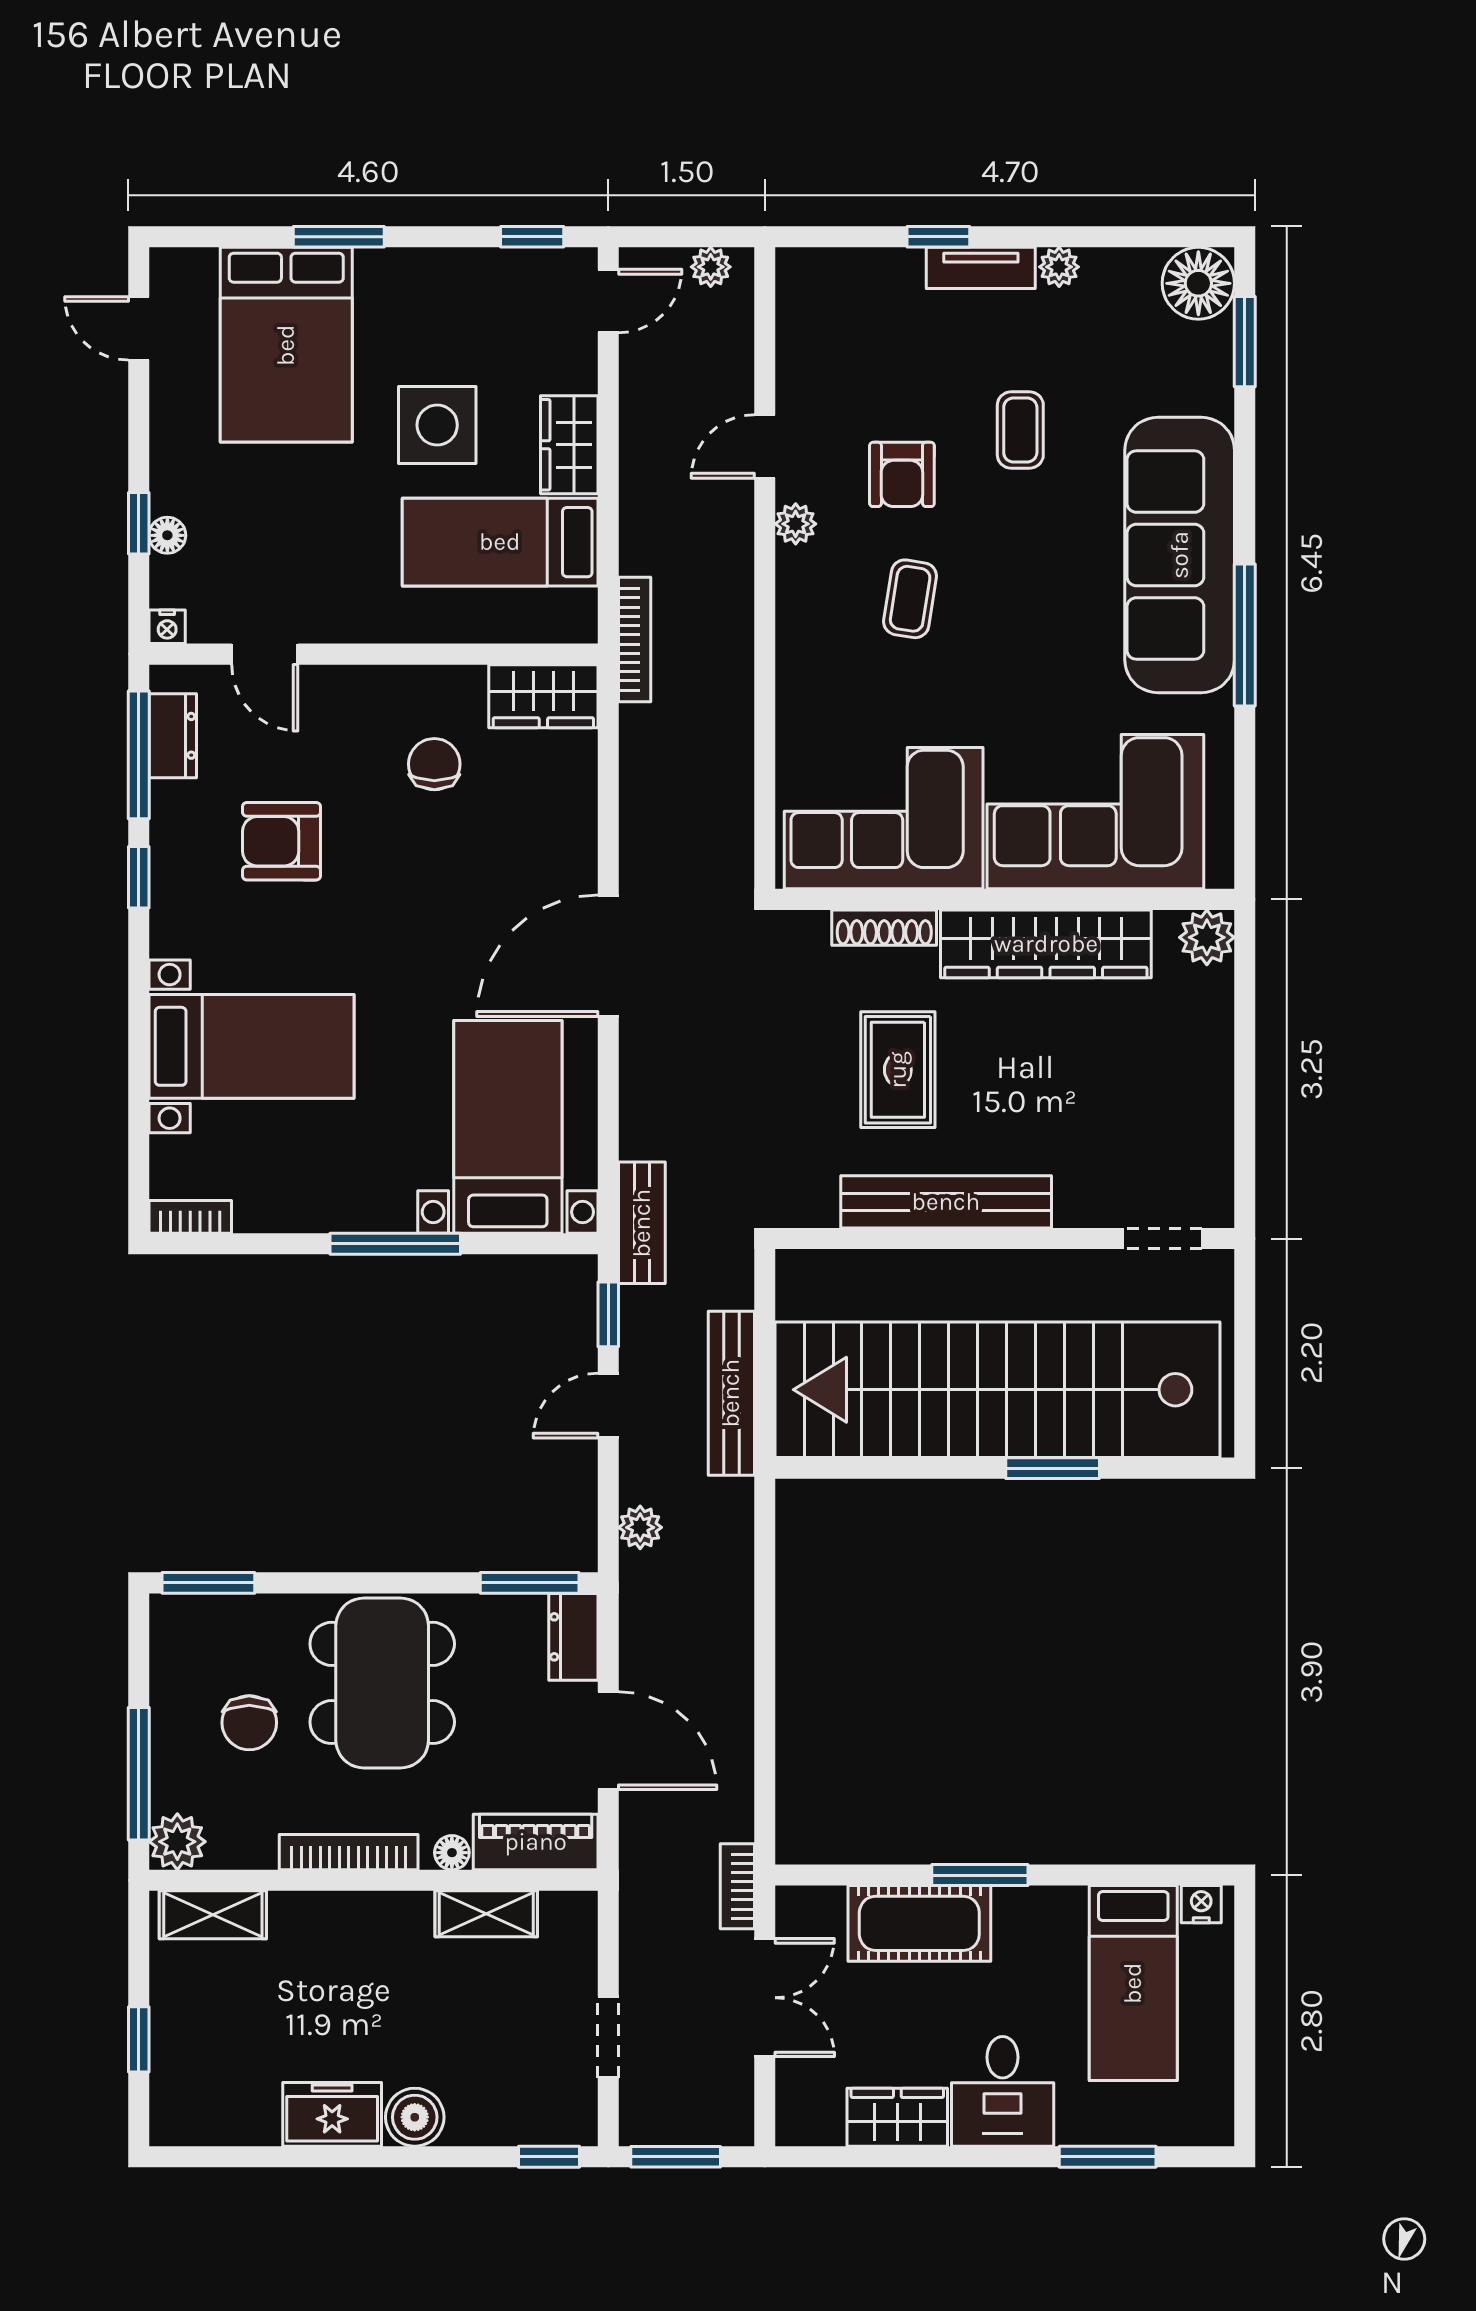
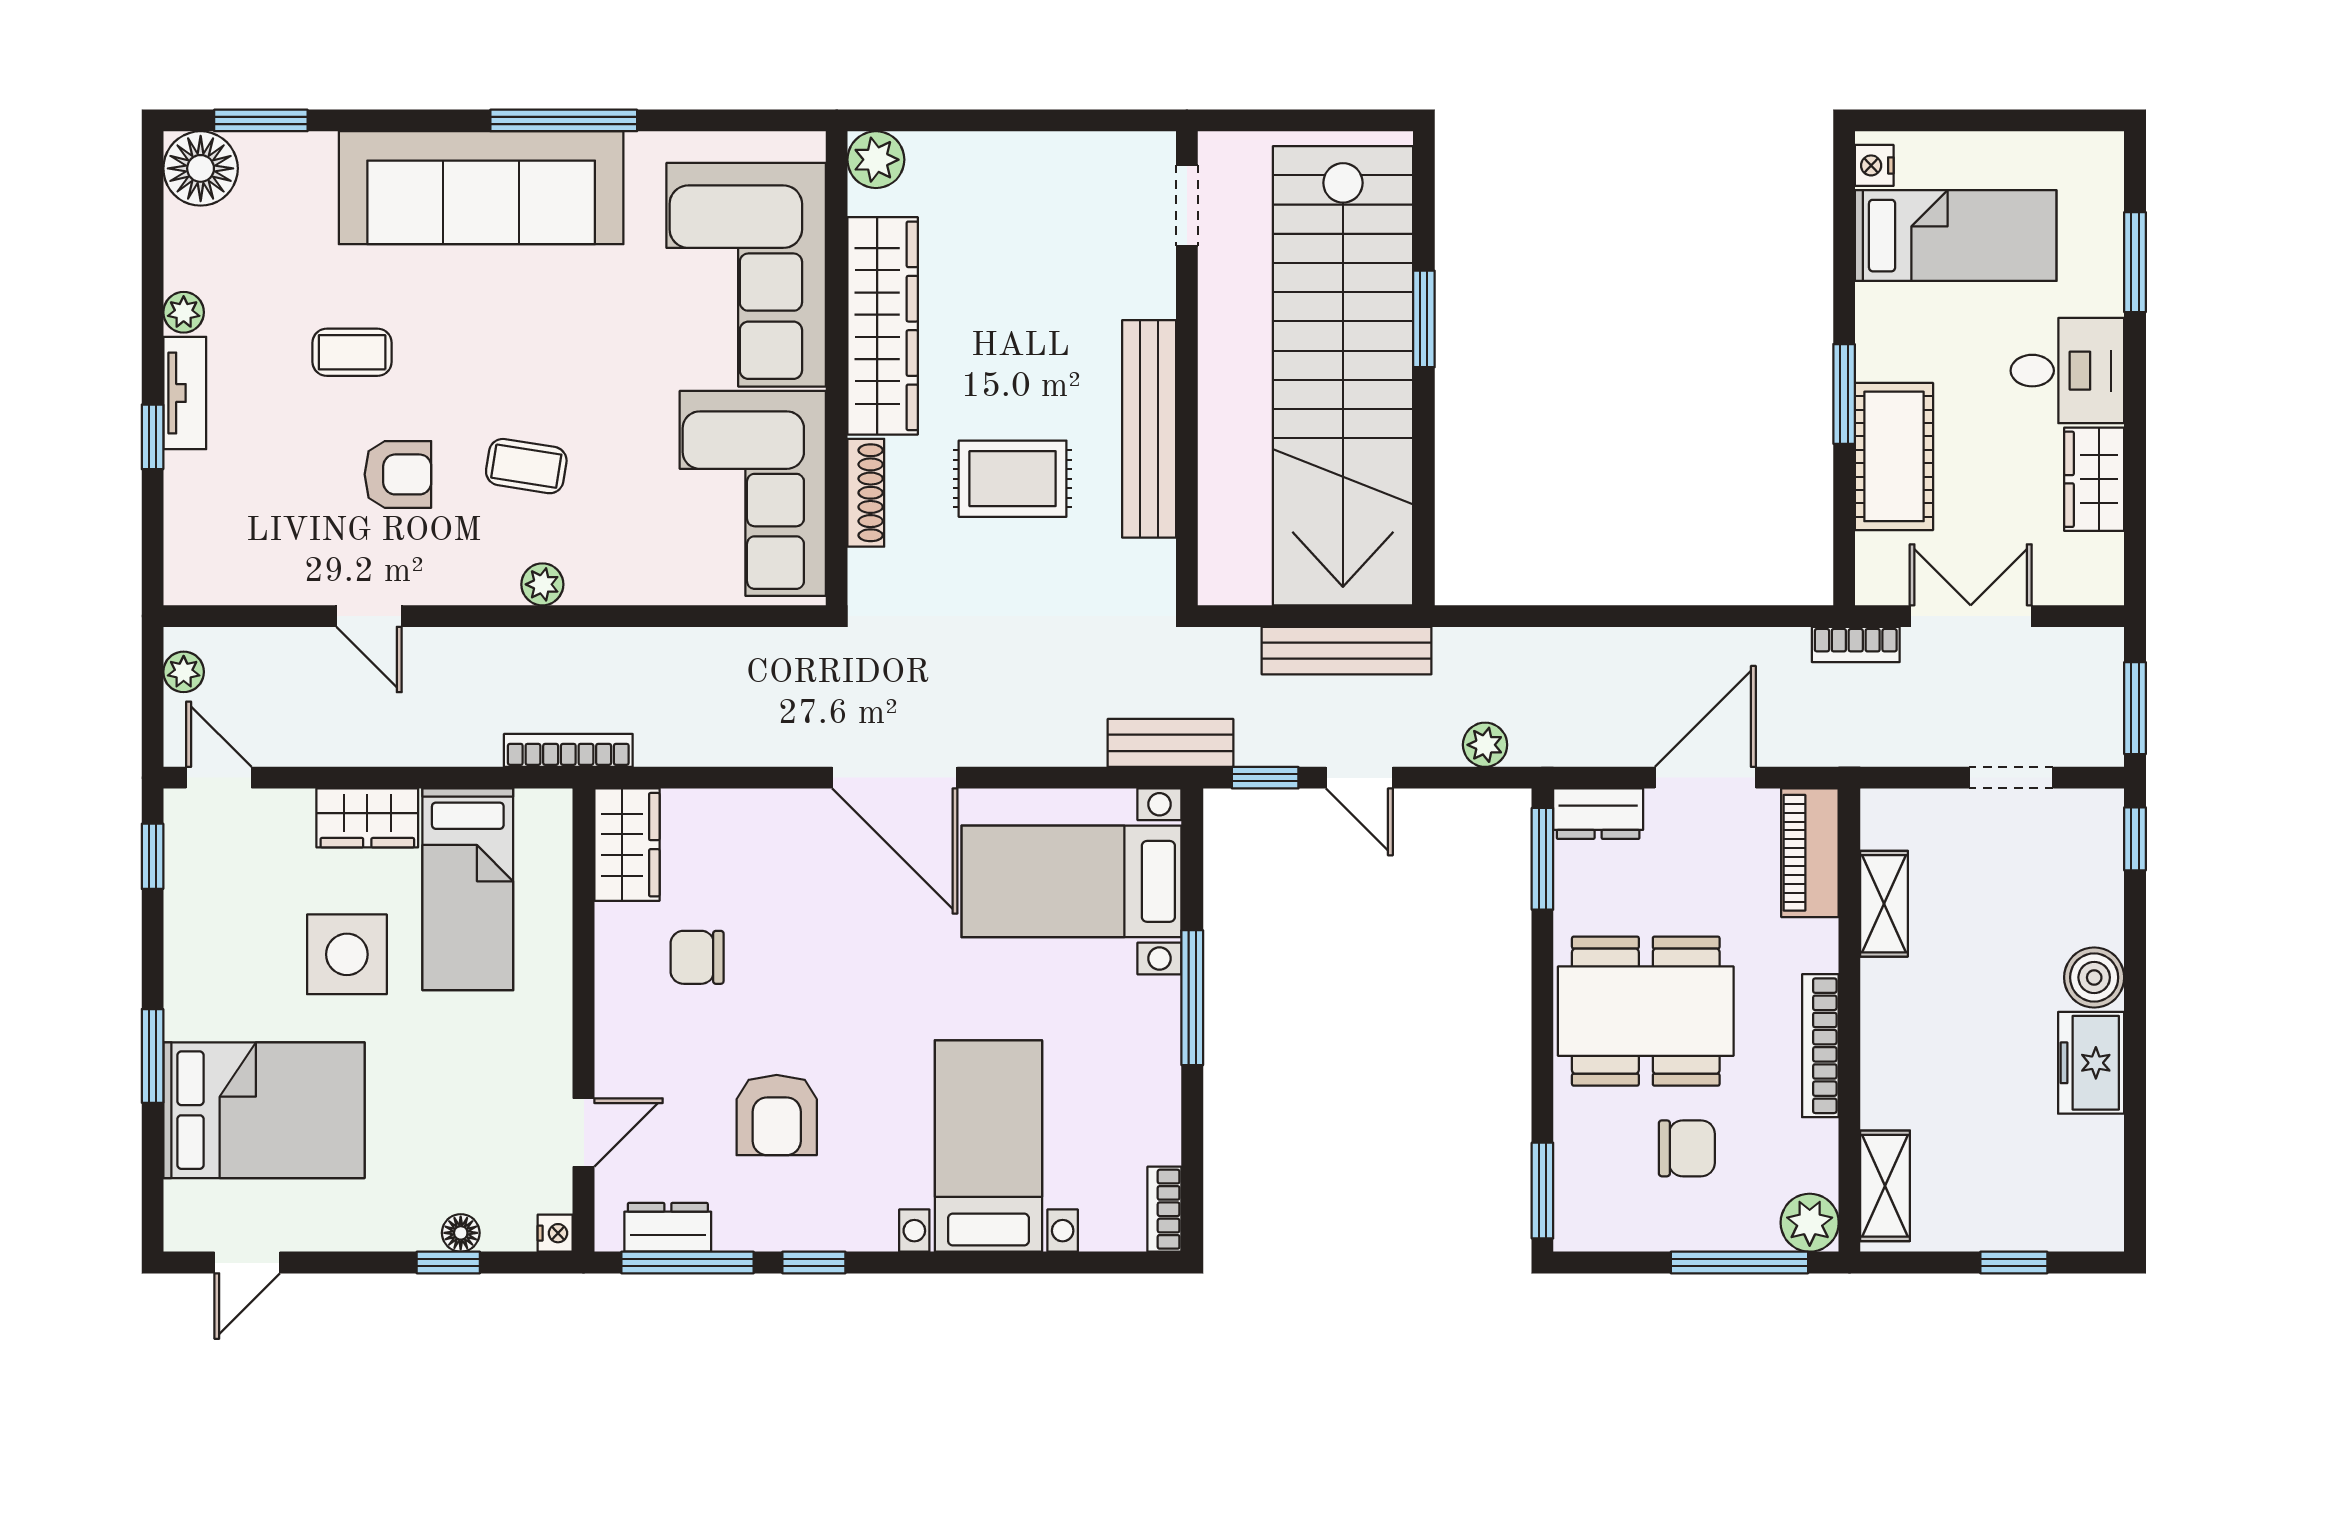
plant: (796, 524) -> (542, 584), moved
floor lamp: (452, 1853) -> (1821, 939), removed

